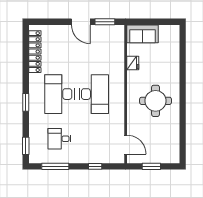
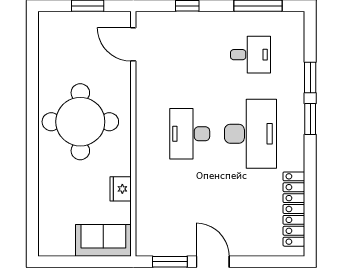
desk: (94, 94) -> (190, 134), width x0.73, depth x0.77
round table: (156, 101) -> (80, 122), width x1.36, depth x1.36
window: (26, 146) -> (310, 78), moved

